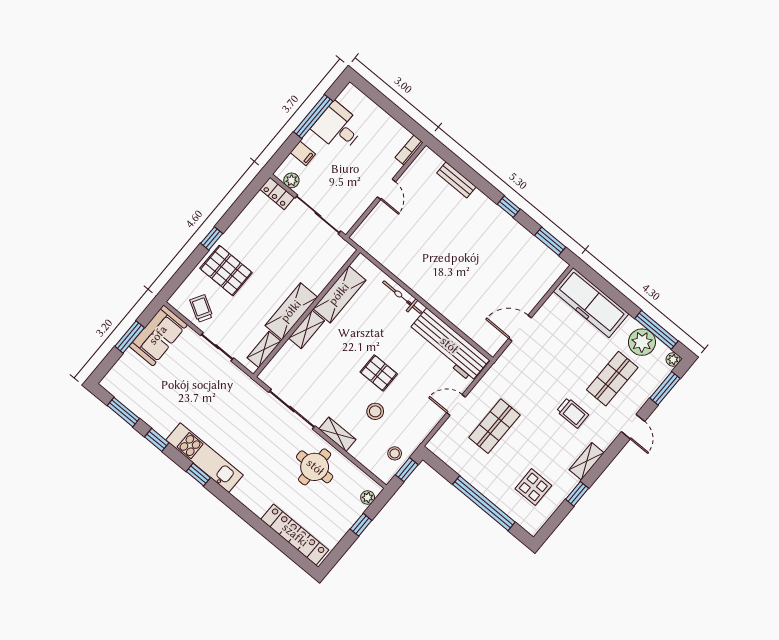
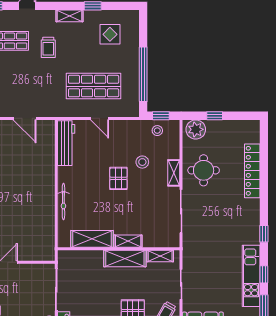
workbench: (449, 345) -> (66, 143), width x0.73, depth x0.76
trolley: (573, 413) -> (48, 47), turned 180
shop shelf: (494, 426) -> (94, 86), width x1.43, depth x1.36
kitchen unit: (205, 458) -> (251, 276), moved
plant: (368, 498) -> (196, 129), width x1.88, depth x1.88
window: (484, 503) -> (143, 74), moved
locker: (295, 535) -> (252, 171), moved

